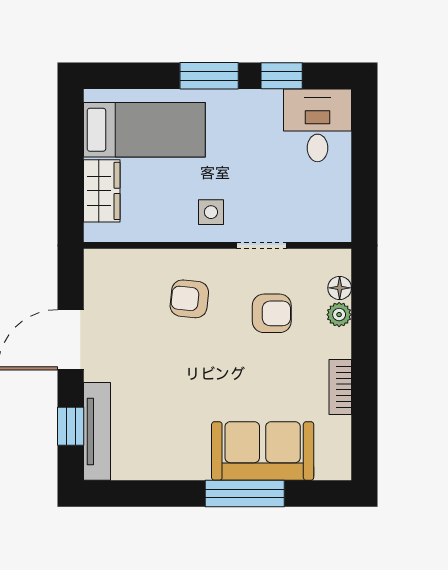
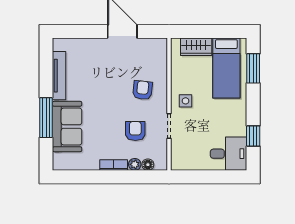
window: (209, 76) -> (253, 68), moved
armchair: (272, 313) -> (135, 131), turned 180
bookcase: (340, 387) -> (114, 165), moved
window: (71, 426) -> (79, 31), removed
tv unit: (97, 431) -> (59, 76), moved, turned -90

